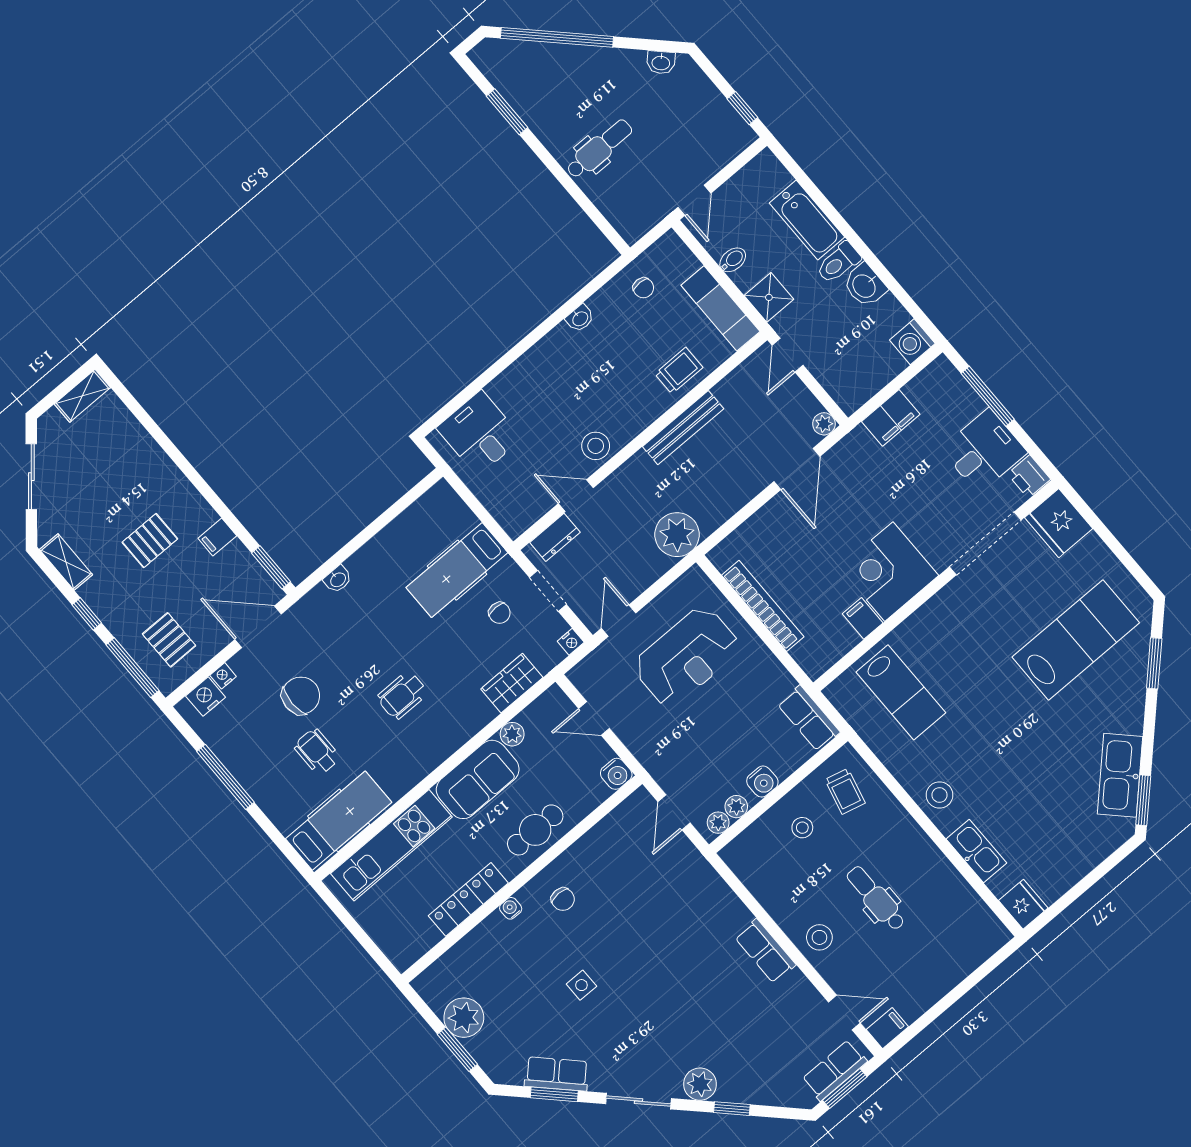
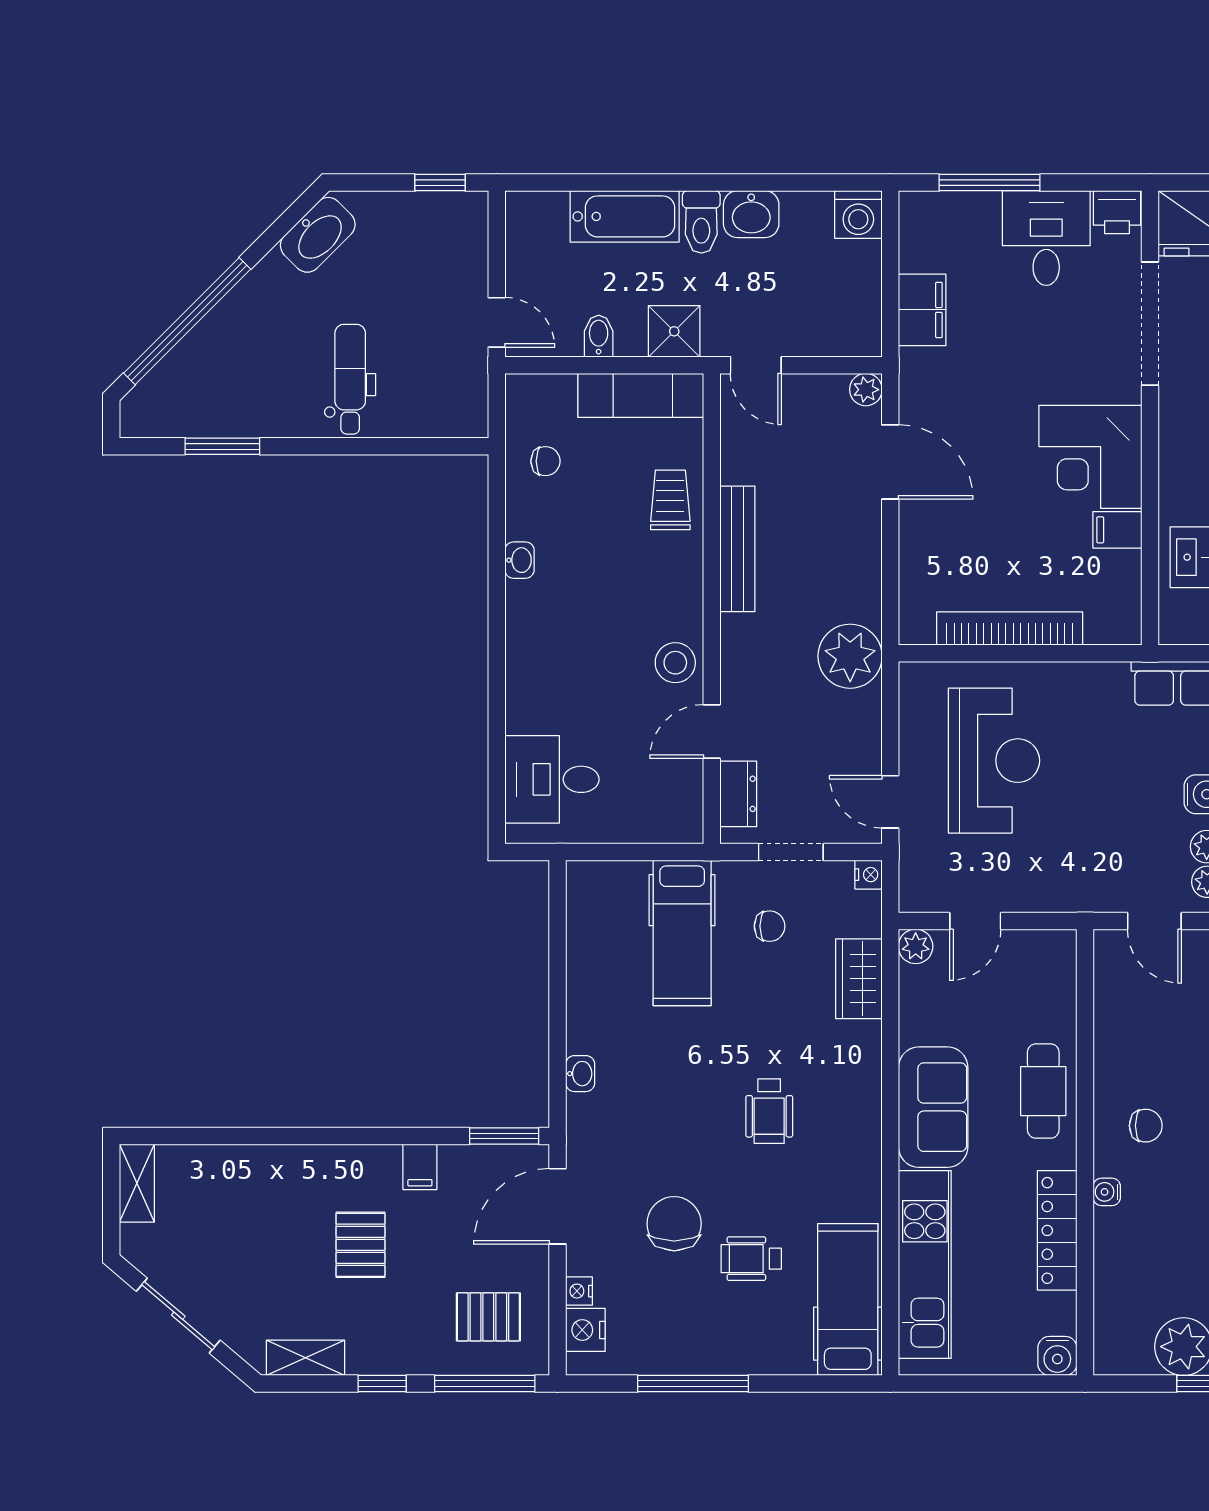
washbasin: (661, 62) -> (318, 235), width x1.91, depth x1.45
plant: (512, 734) -> (916, 946), moved
water cooler: (616, 774) -> (1057, 1356), moved, turned 90

